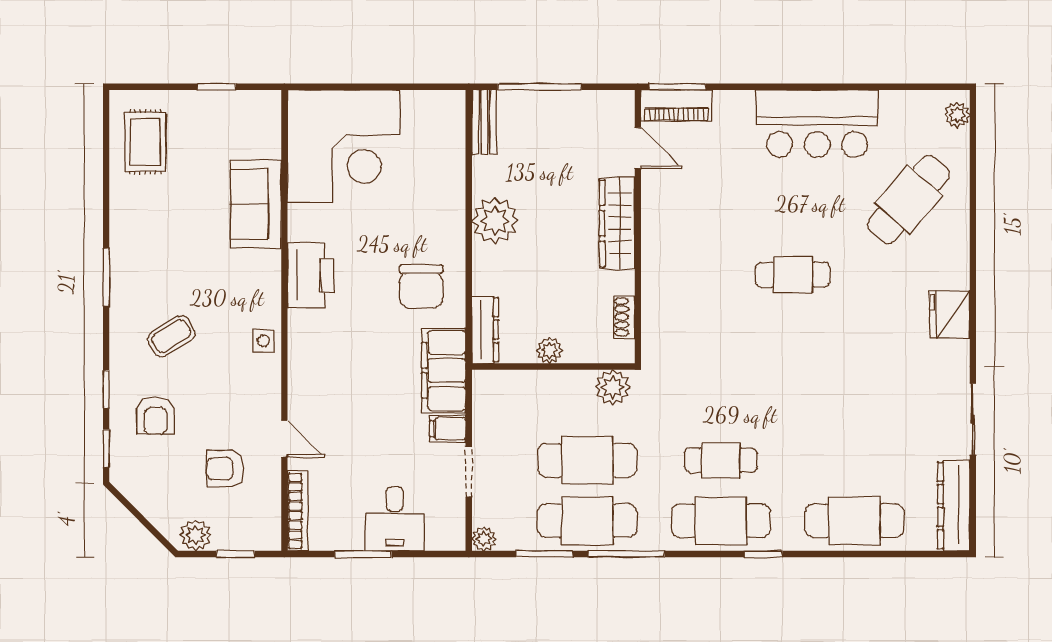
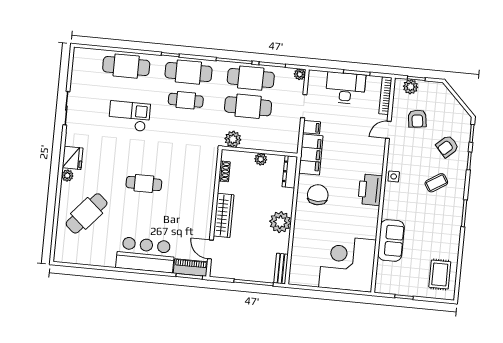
plant: (957, 115) -> (67, 176), moved
bar counter: (817, 124) -> (145, 255), moved
printer: (311, 275) -> (370, 190), moved
checkout: (838, 415) -> (129, 116), added
armchair: (156, 416) -> (447, 146), turned -132
door: (284, 439) -> (388, 130), hinge flipped
armchair: (225, 469) -> (417, 119), turned 83
dresser: (954, 506) -> (79, 69), removed
desk: (395, 519) -> (346, 88), width x1.37
plant: (196, 535) -> (411, 87), moved

